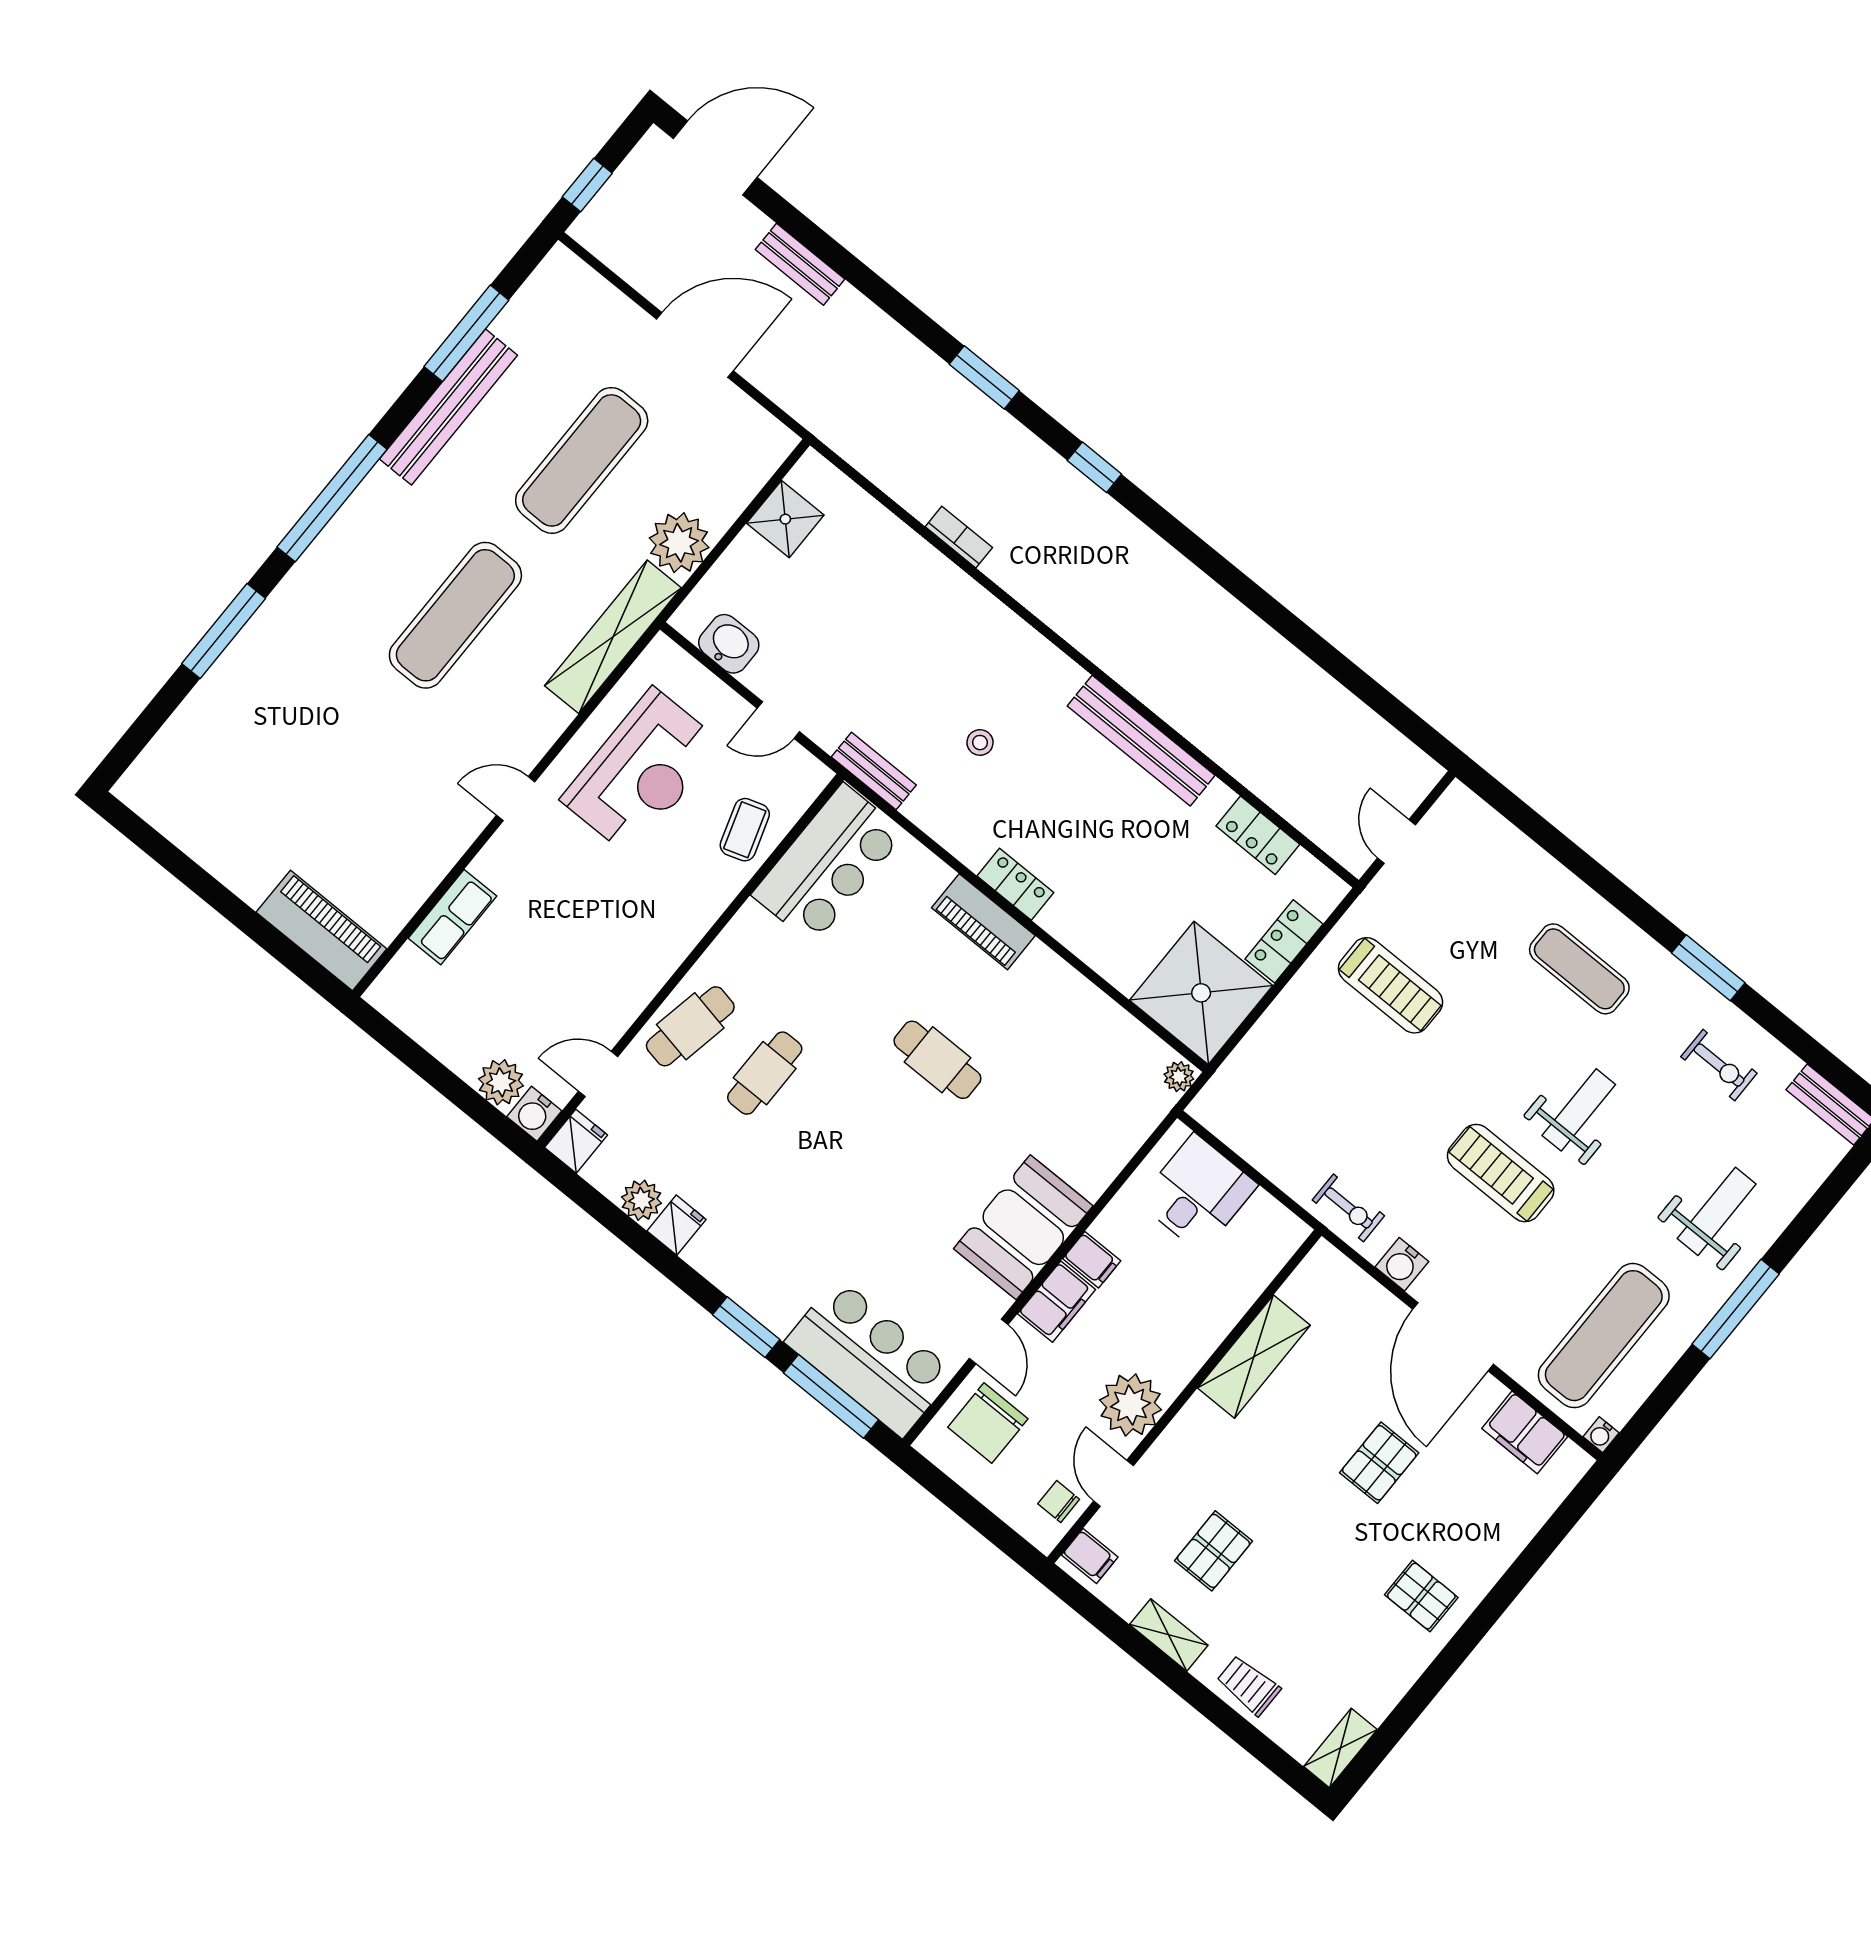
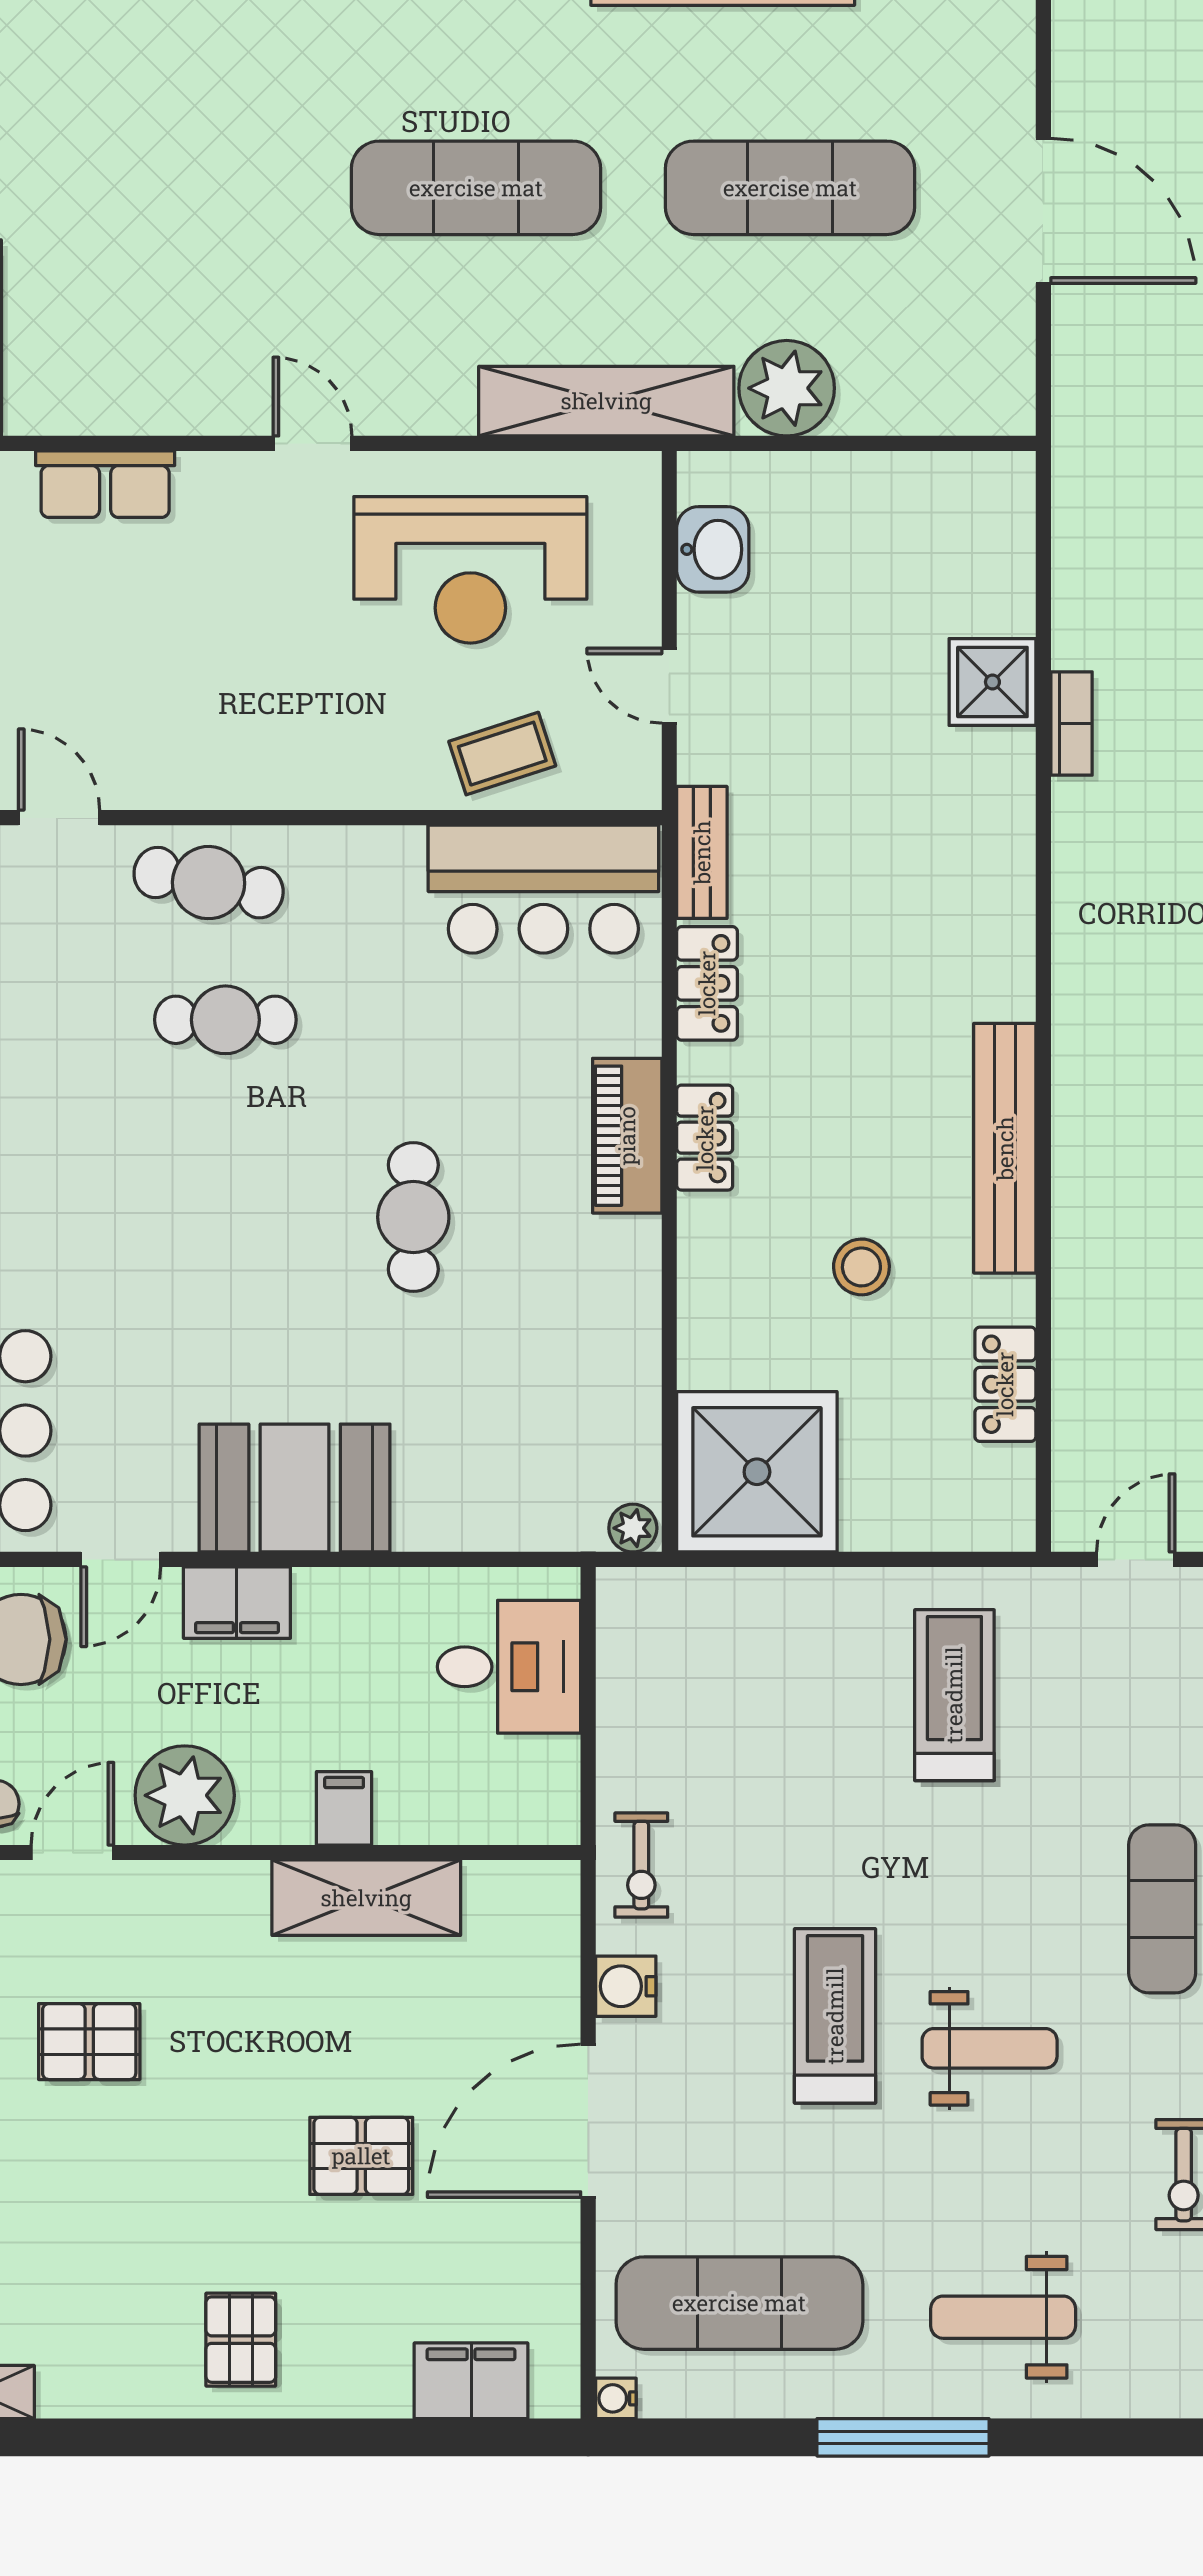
shower: (785, 519) -> (992, 682), moved
stool: (980, 743) -> (861, 1267), moved, width x1.37, depth x1.37
locker: (1284, 941) -> (707, 983), moved, turned 90
treadmill: (1391, 985) -> (954, 1695), turned 180
weight bench: (1717, 1211) -> (1003, 2317), turned 180
filing cabinet: (1092, 1260) -> (344, 1808), moved, turned 180
filing cabinet: (1525, 1432) -> (471, 2381), moved, turned 90

